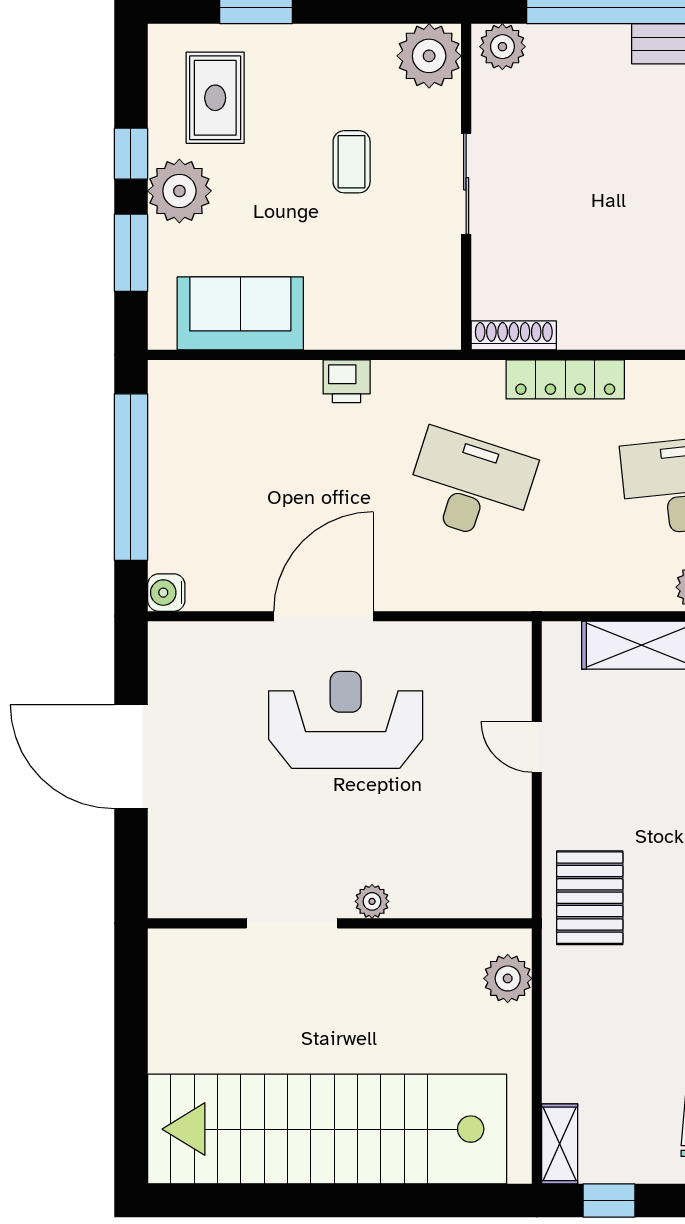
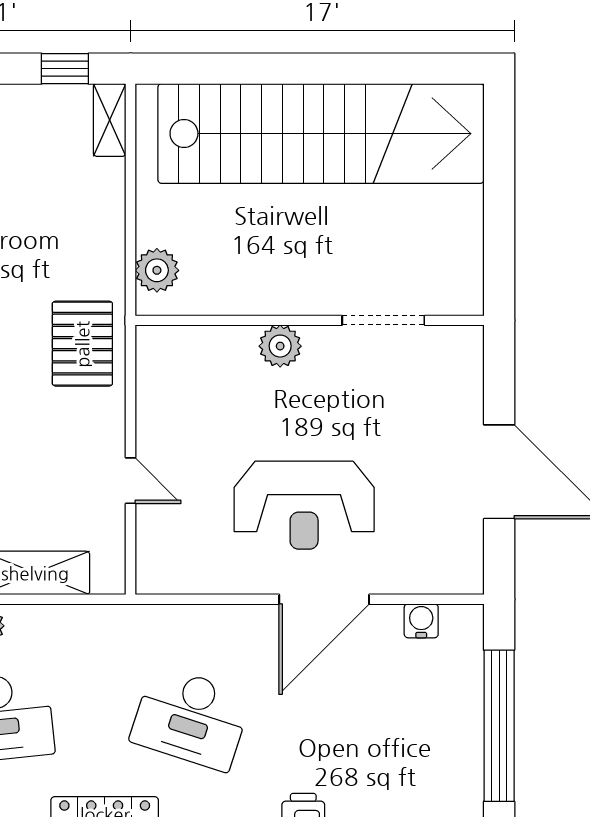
water cooler: (166, 593) -> (421, 621), moved, turned -90
plant: (372, 901) -> (280, 346), width x1.38, depth x1.38
doorway: (292, 923) -> (383, 320), moved

